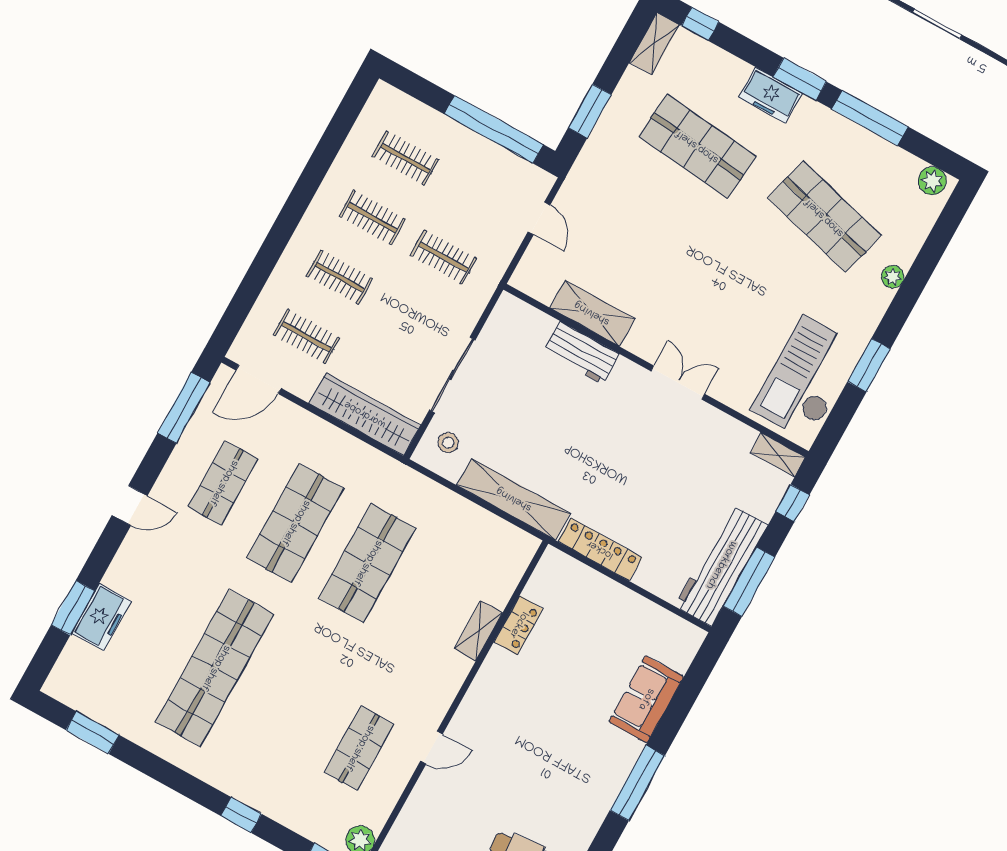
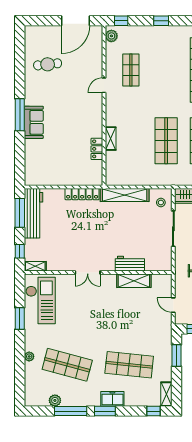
plant: (932, 181) -> (55, 400), moved
sofa: (646, 699) -> (34, 122), moved

